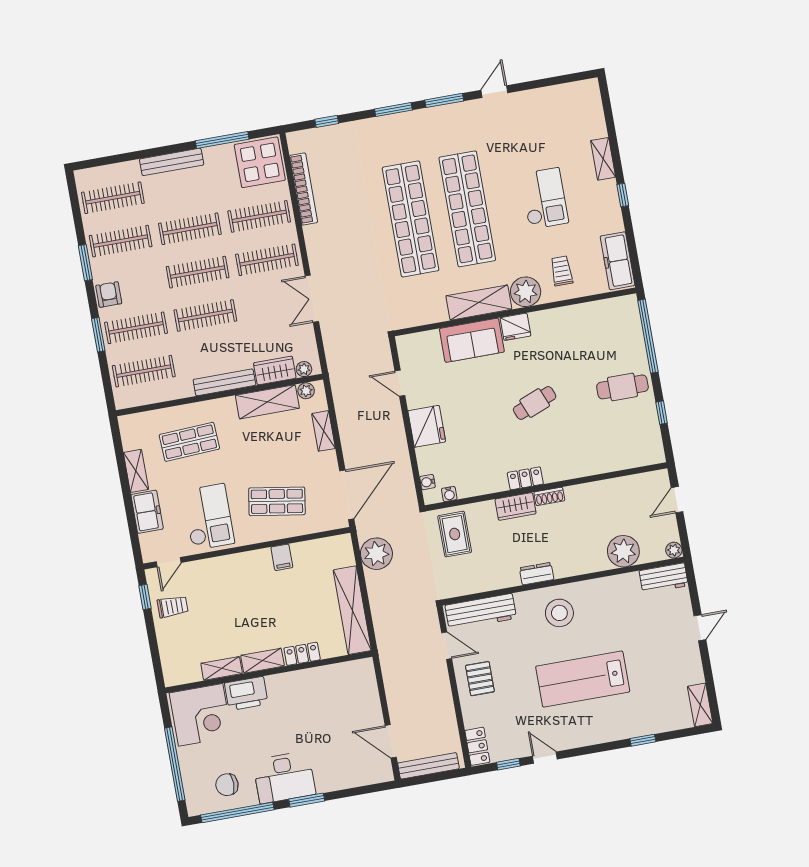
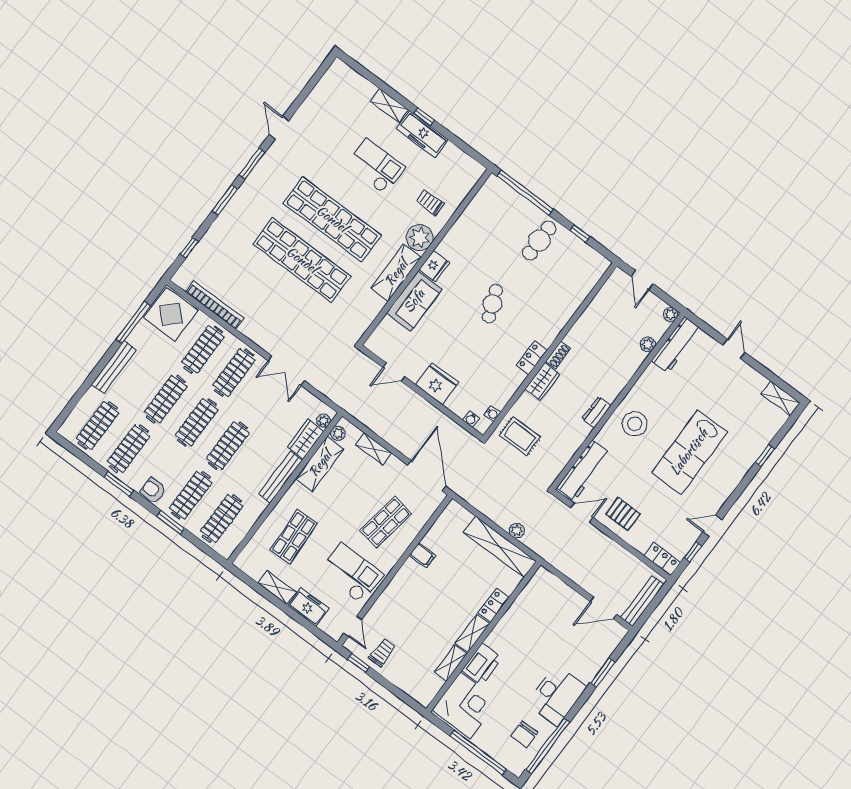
freezer: (617, 261) -> (422, 134), moved
plant: (623, 551) -> (648, 344), width x0.53, depth x0.53
plant: (376, 554) -> (517, 531), moved, width x0.53, depth x0.53
workbench: (664, 578) -> (676, 345), width x1.38
window: (307, 800) -> (603, 672), moved

